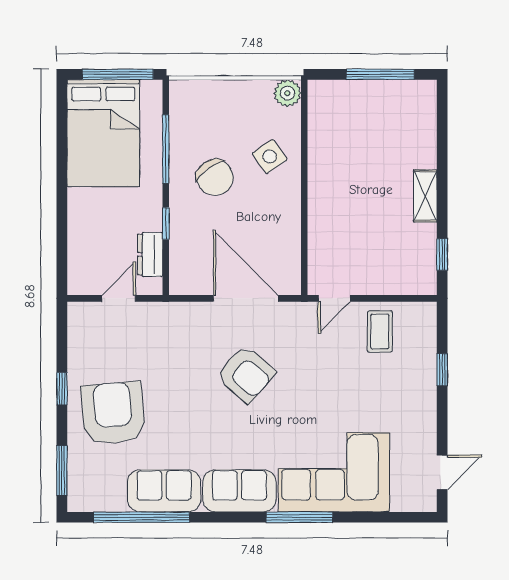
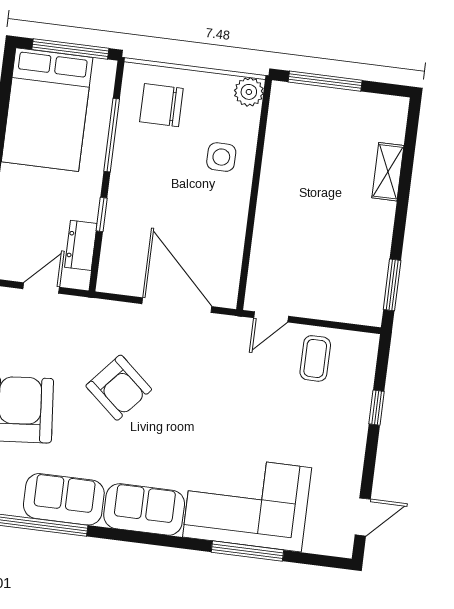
window: (380, 74) -> (325, 81), moved
side table: (270, 156) -> (221, 157), turned 35
chair: (215, 177) -> (161, 105), moved, turned 126
shelving: (425, 196) -> (388, 172), moved
window: (442, 255) -> (392, 285), width x1.50
armchair: (246, 374) -> (119, 388), moved
window: (299, 517) -> (247, 551), moved

